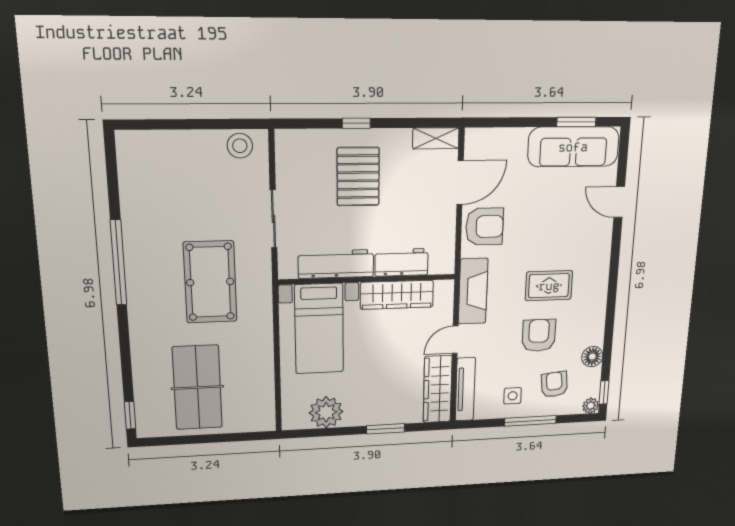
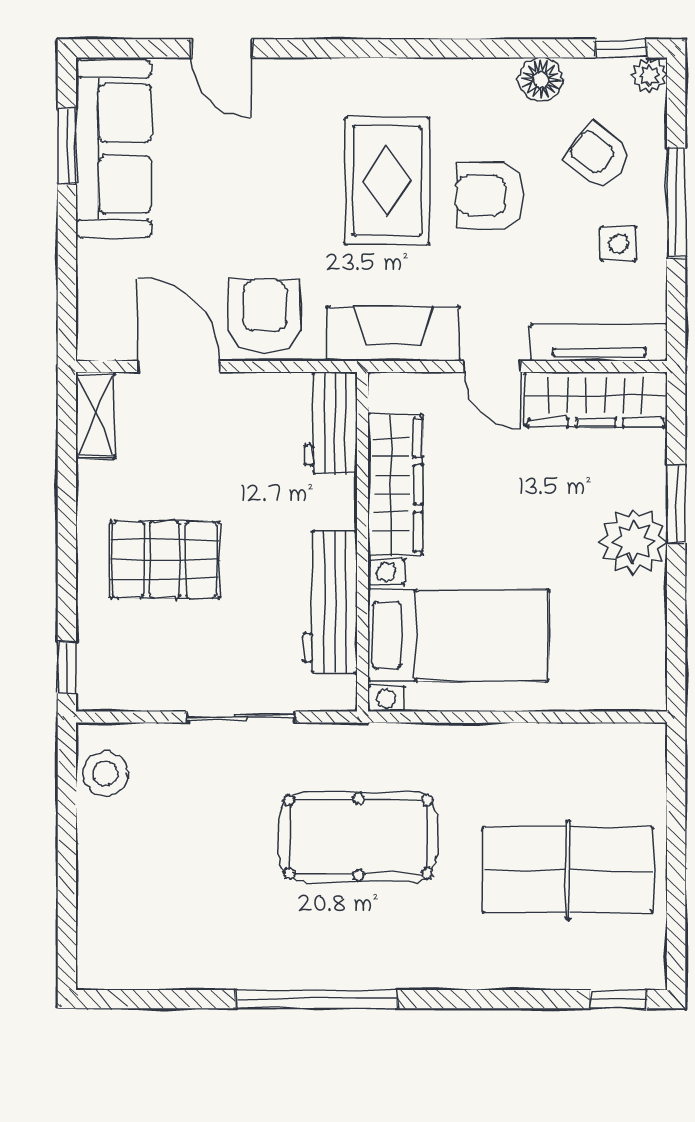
window: (356, 123) -> (67, 668), moved
door: (619, 202) -> (222, 48), hinge flipped
workbench: (402, 262) -> (331, 423), moved
rug: (549, 286) -> (387, 181), width x1.36, depth x1.43
armchair: (554, 384) -> (598, 156), turned 45
plant: (326, 412) -> (633, 542), moved

